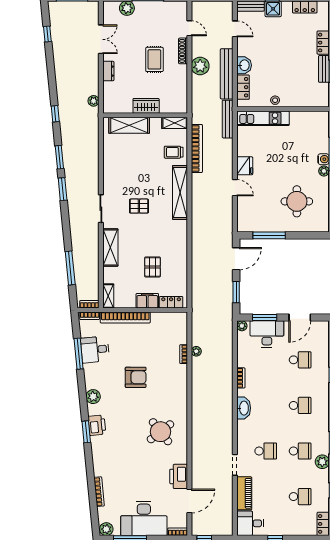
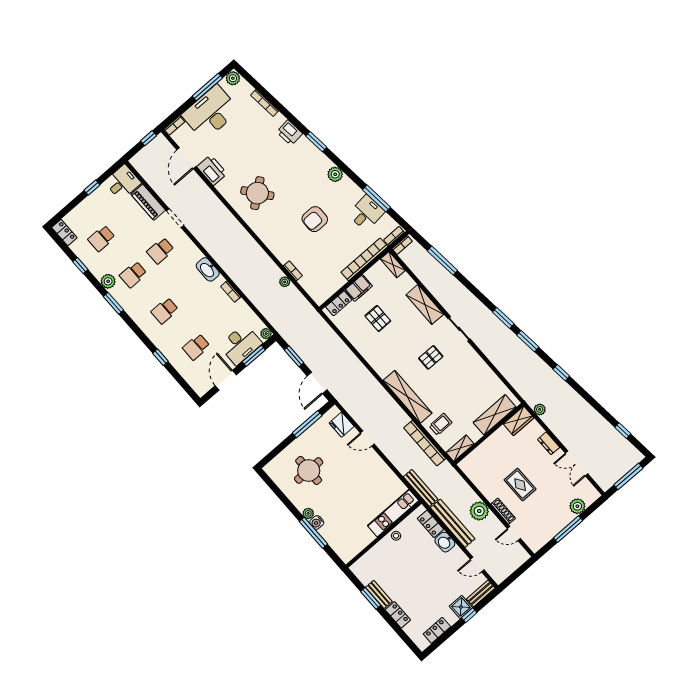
wardrobe: (146, 106) -> (519, 421), moved
fridge: (245, 166) -> (342, 425), moved
printer: (97, 425) -> (290, 133), moved

